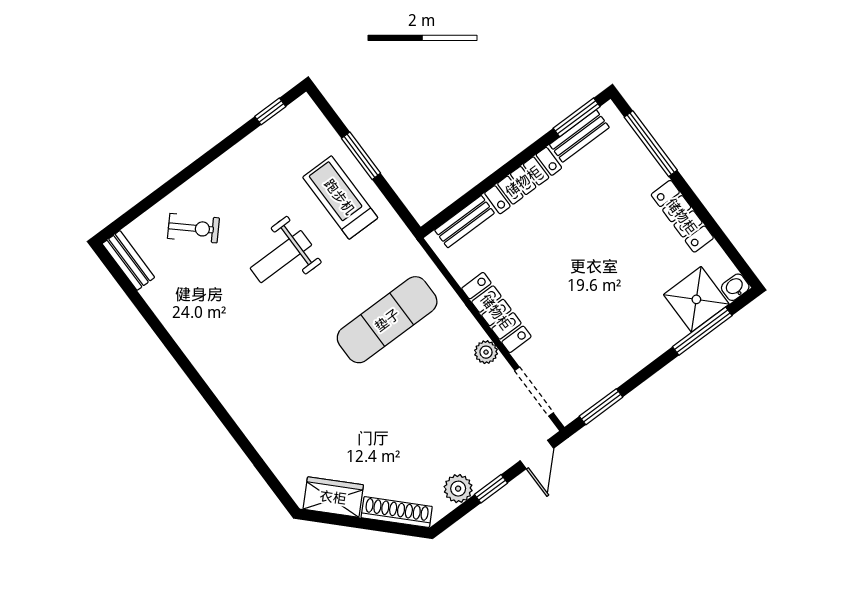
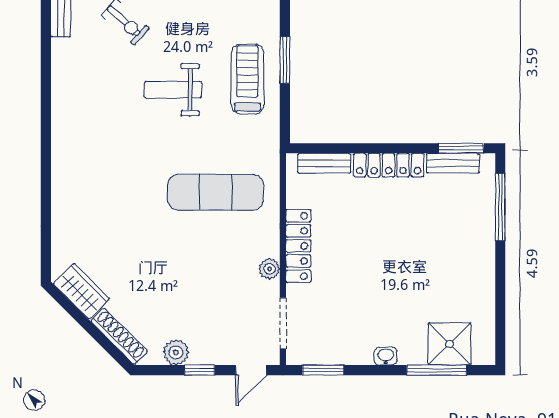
locker: (682, 216) -> (484, 276), removed
washbasin: (735, 287) -> (386, 356), moved

